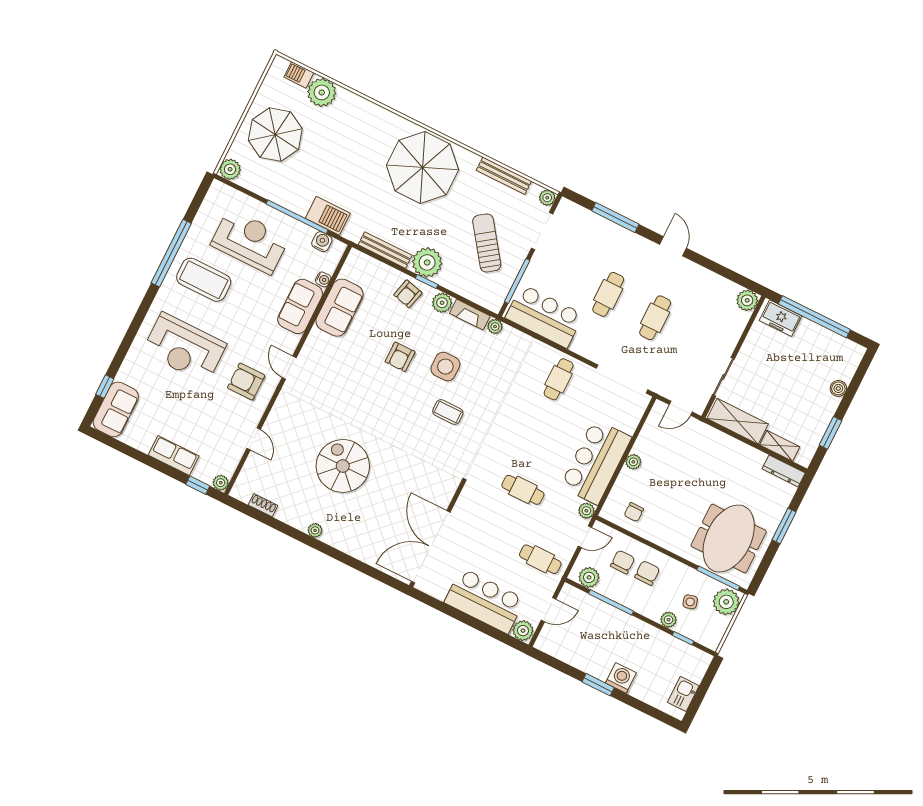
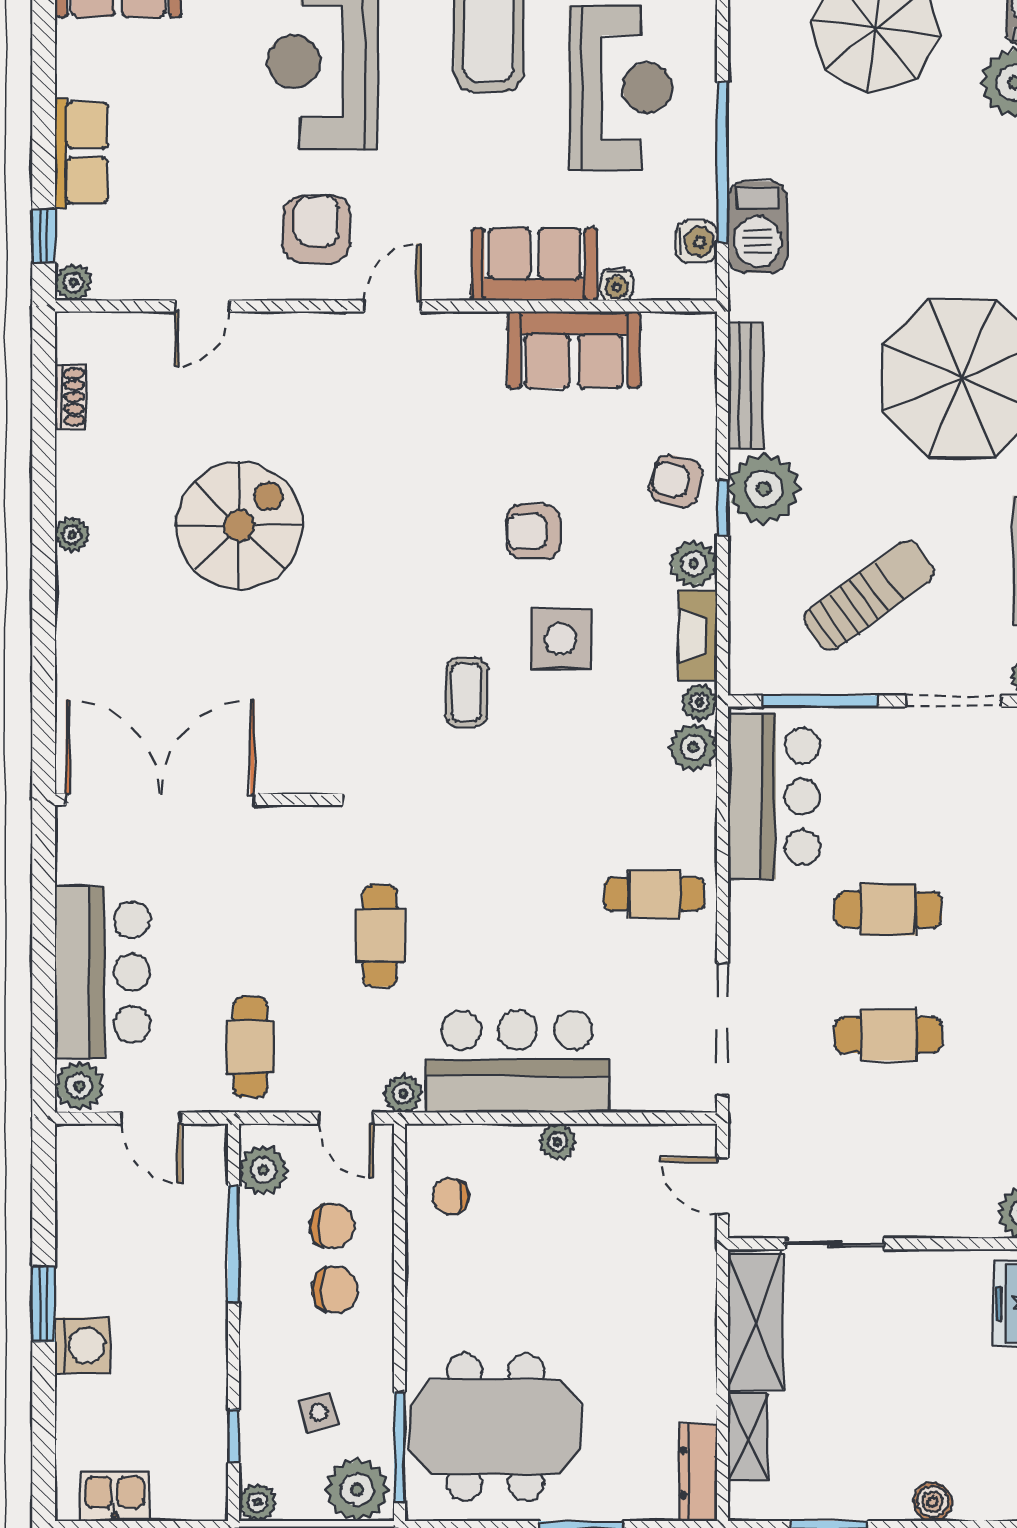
plant: (511, 337) -> (693, 747), added
plant: (669, 620) -> (258, 1502), moved

